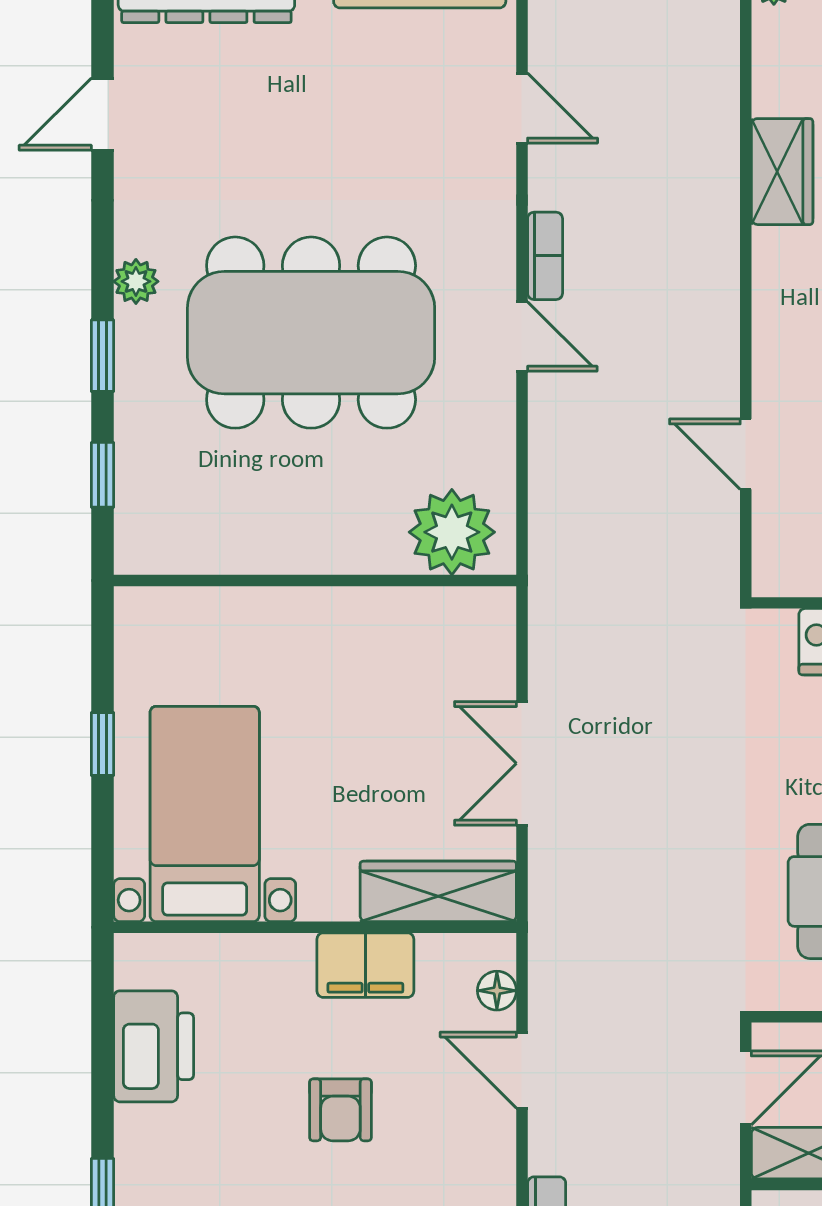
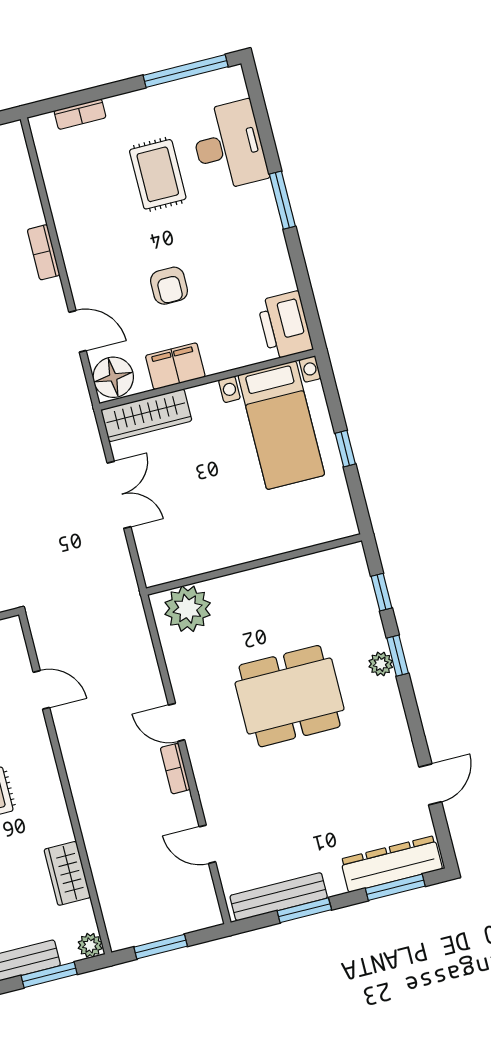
wardrobe: (782, 172) -> (67, 873), moved
plant: (136, 281) -> (381, 664), moved
dining table: (311, 333) -> (290, 696), width x0.73, depth x0.80
floor lamp: (497, 991) -> (113, 377), width x1.89, depth x1.89
printer: (154, 1046) -> (285, 325), moved
armchair: (340, 1110) -> (169, 286), turned 180

